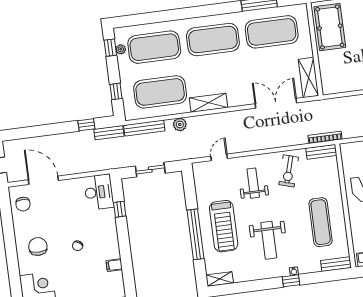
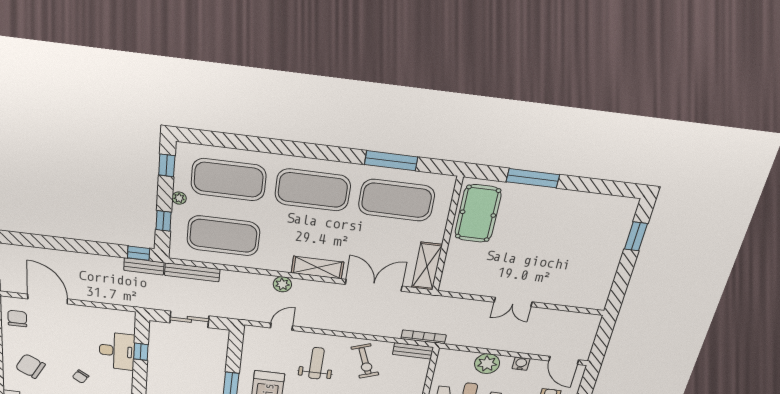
plant: (121, 49) -> (179, 198), moved
shelving: (209, 103) -> (317, 268), moved
plant: (180, 124) -> (282, 284), moved
window: (86, 125) -> (139, 253), moved
exercise bike: (289, 171) -> (365, 361), turned -37
desk: (99, 192) -> (117, 351), moved
chair: (23, 204) -> (17, 319), turned 180
chair: (38, 246) -> (30, 366), turned -62

